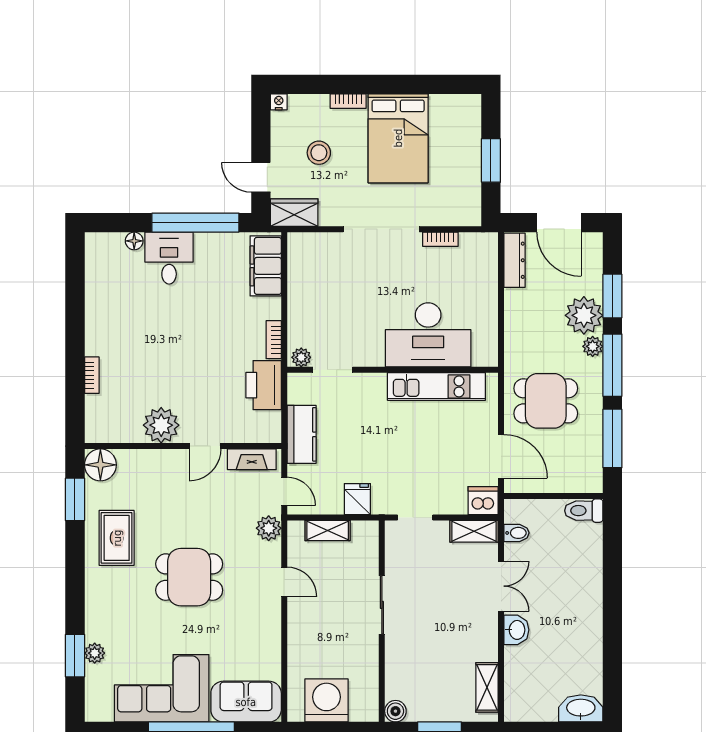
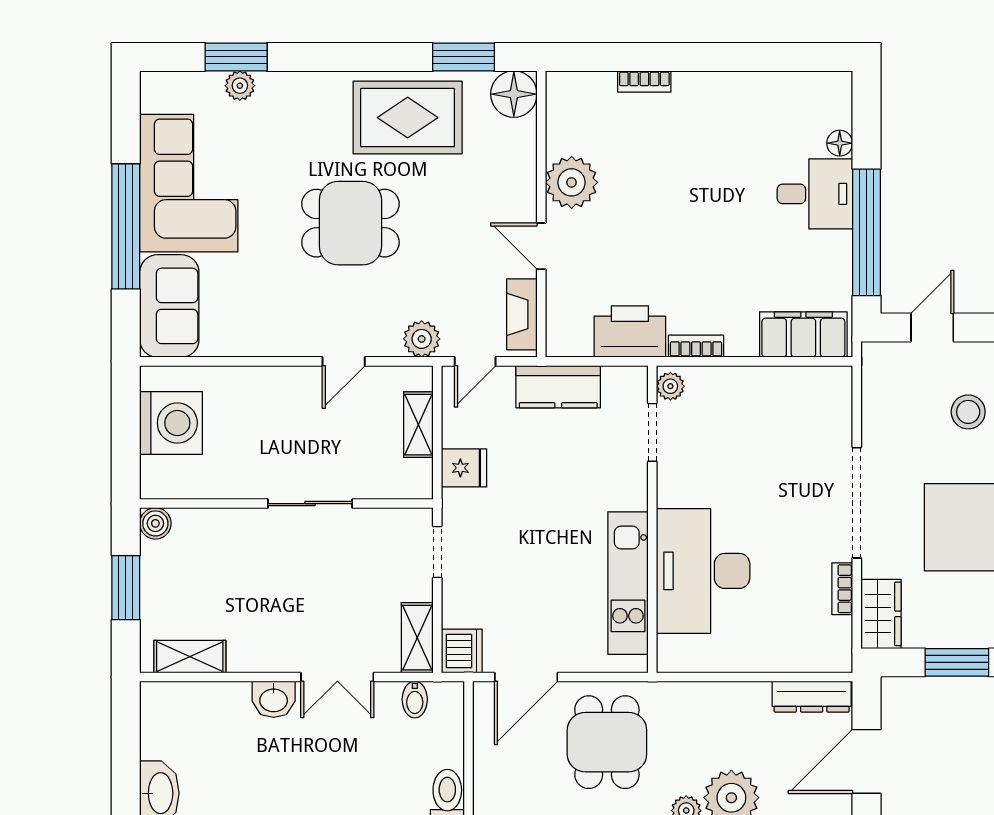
wardrobe: (294, 213) -> (881, 614), moved
rug: (117, 538) -> (408, 118), width x1.36, depth x1.43
dining table: (189, 577) -> (350, 223), turned 90

